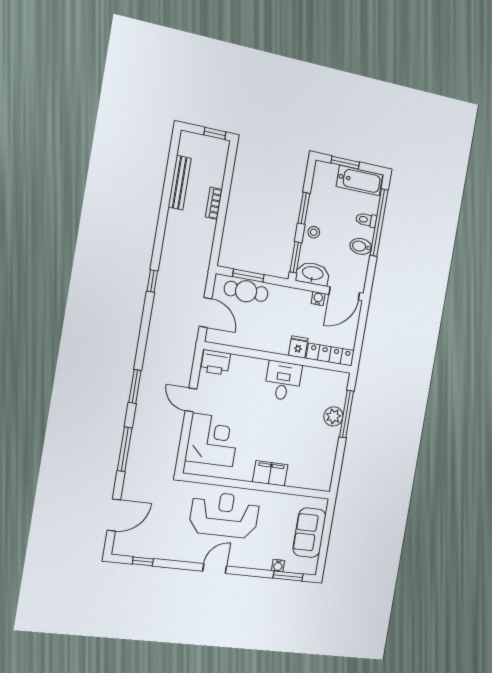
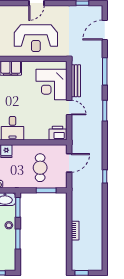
bench: (180, 183) -> (76, 81), moved
cafe table: (246, 291) -> (40, 168), moved, turned 90
door: (205, 312) -> (69, 163), swing flipped

